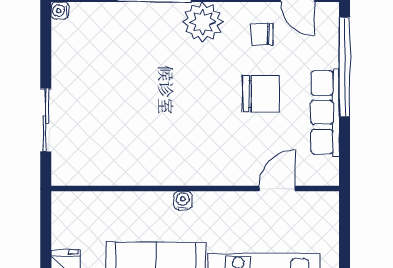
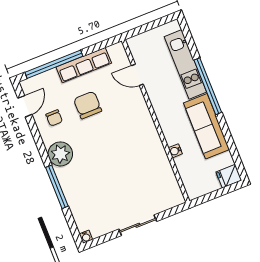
sliding door: (46, 120) -> (138, 225), moved
water cooler: (183, 200) -> (175, 151), moved

